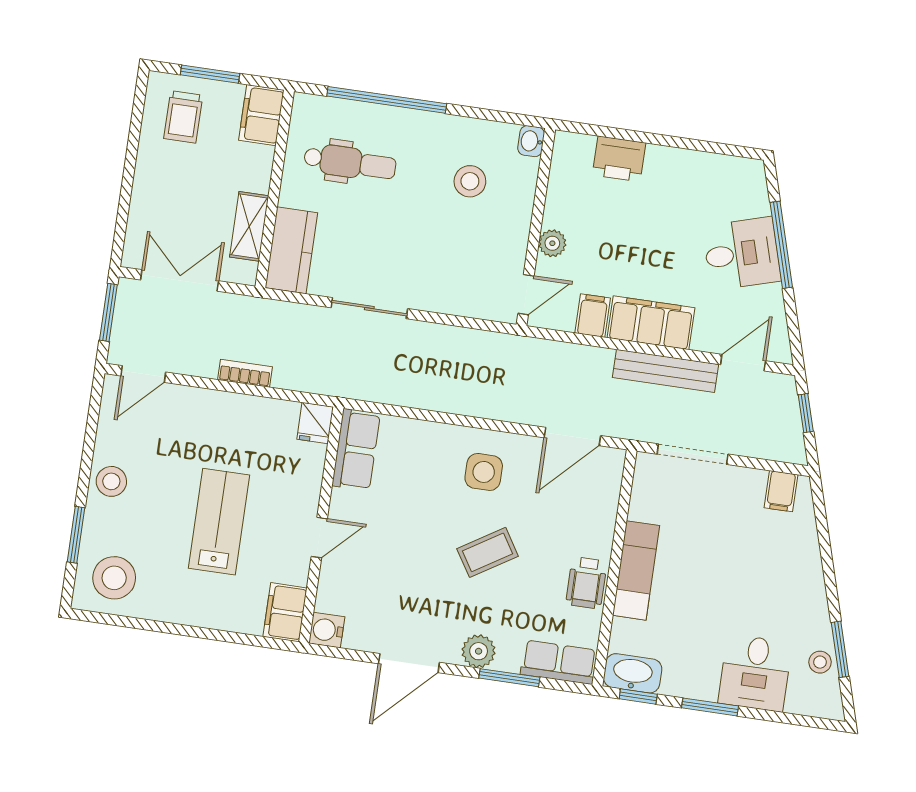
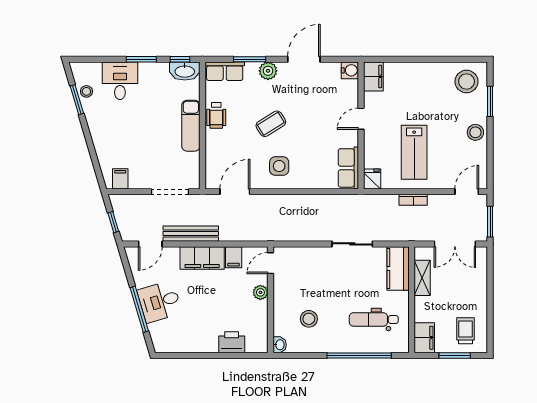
lab bench: (219, 522) -> (414, 152), moved
wheelchair: (586, 583) -> (216, 115), turned 180

